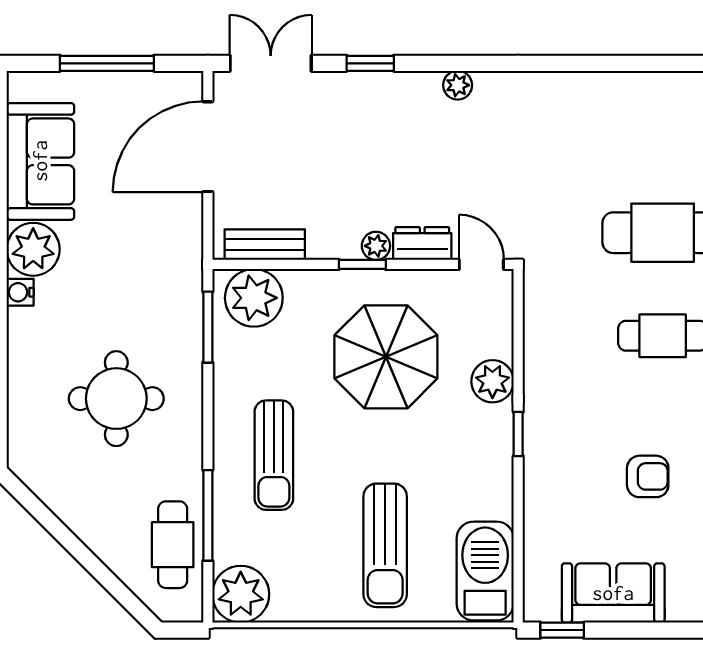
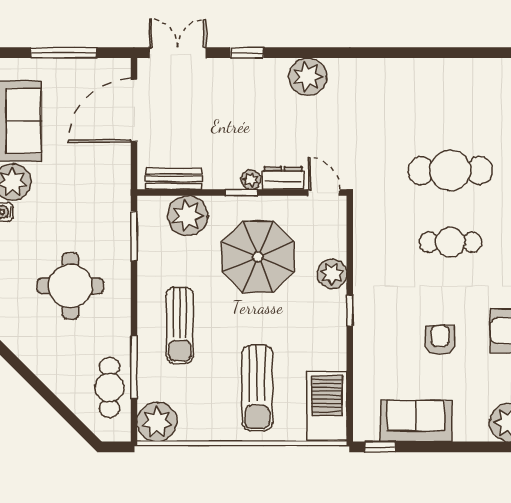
plant: (458, 85) -> (308, 77), width x1.88, depth x1.88
plant: (254, 298) -> (188, 216), moved
armchair: (648, 476) -> (440, 340), turned -90

